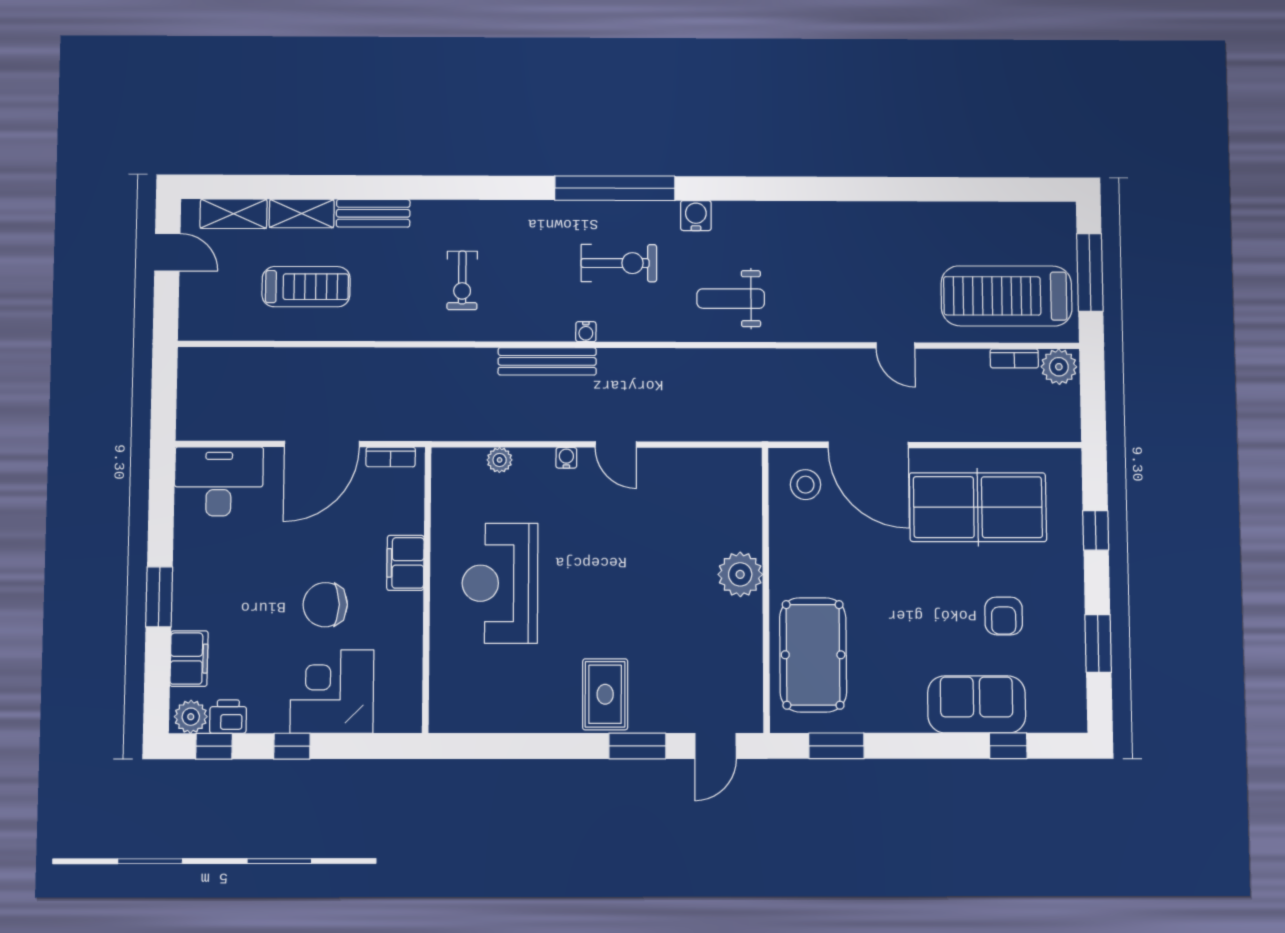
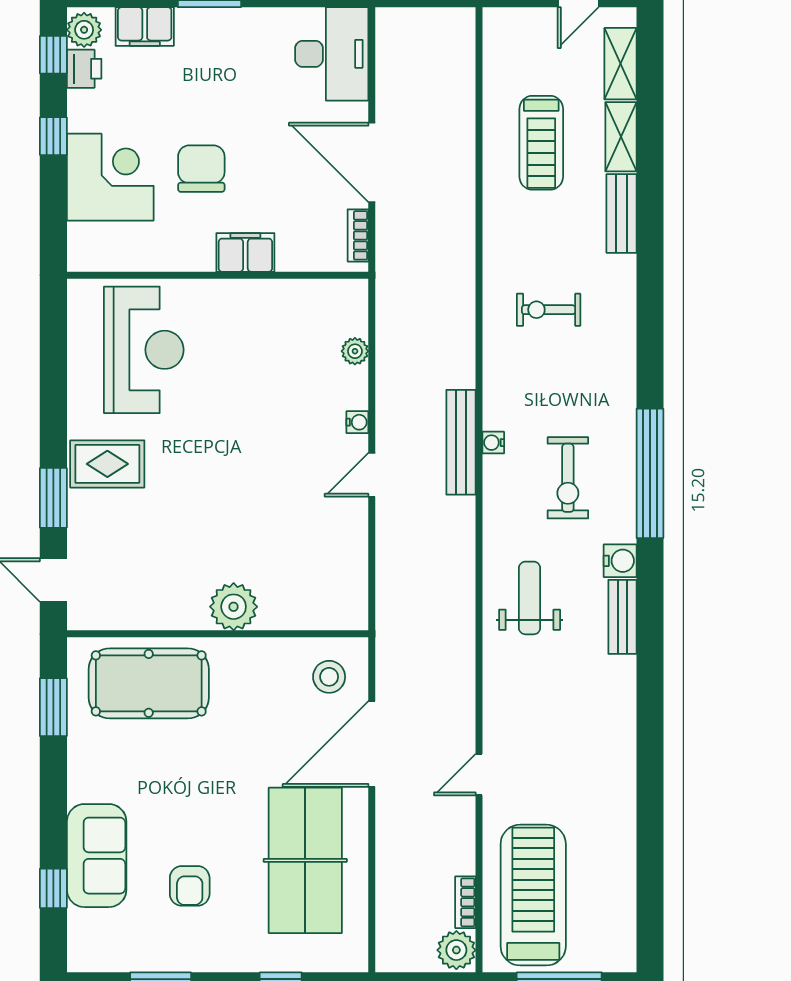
bench: (748, 214) -> (622, 617), added
bench: (547, 361) -> (461, 442), moved
reception desk: (500, 583) -> (144, 350), moved, turned 90
armchair: (1004, 616) -> (190, 886), turned -90

